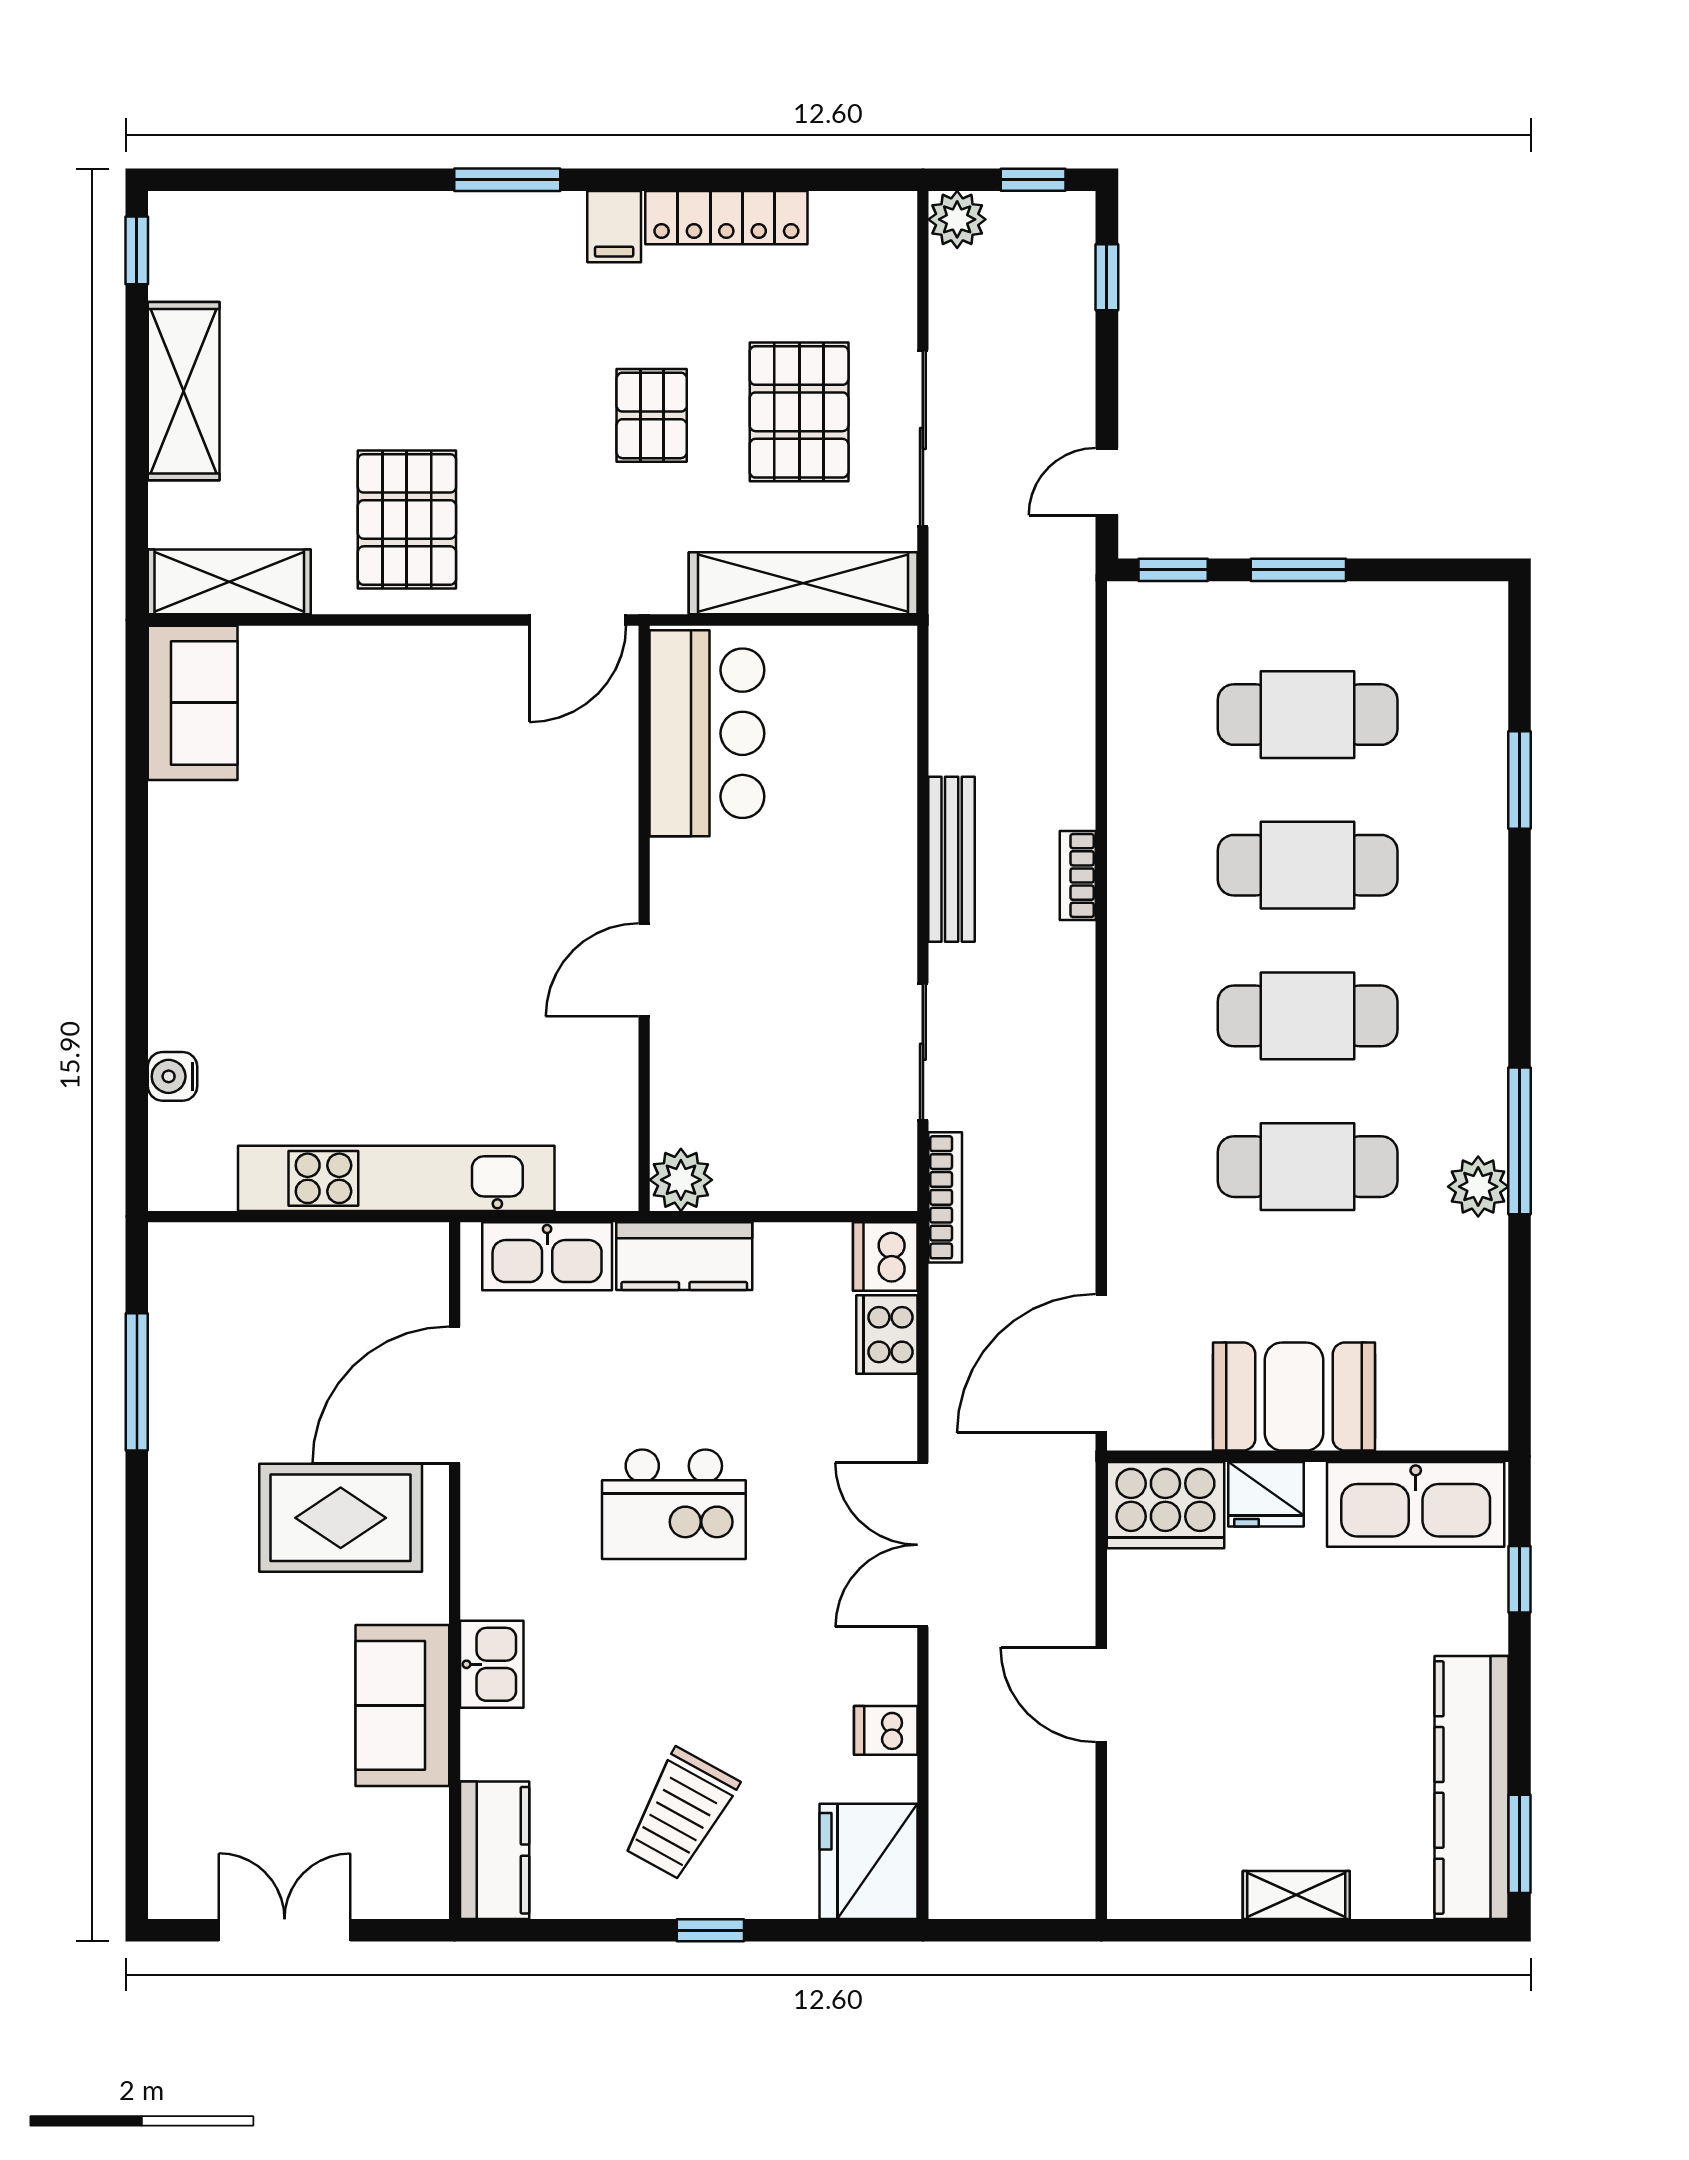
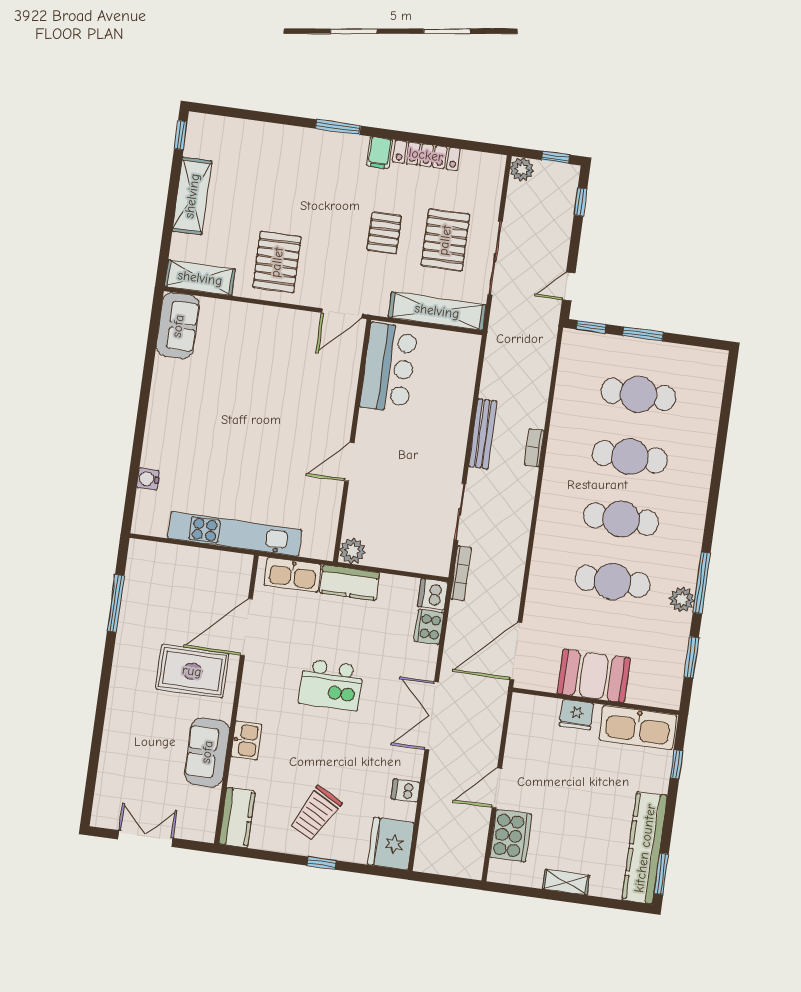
window: (1519, 780) -> (691, 657), moved
cooker: (1165, 1505) -> (511, 836), moved, turned -90
door: (1101, 1695) -> (497, 788), hinge flipped

